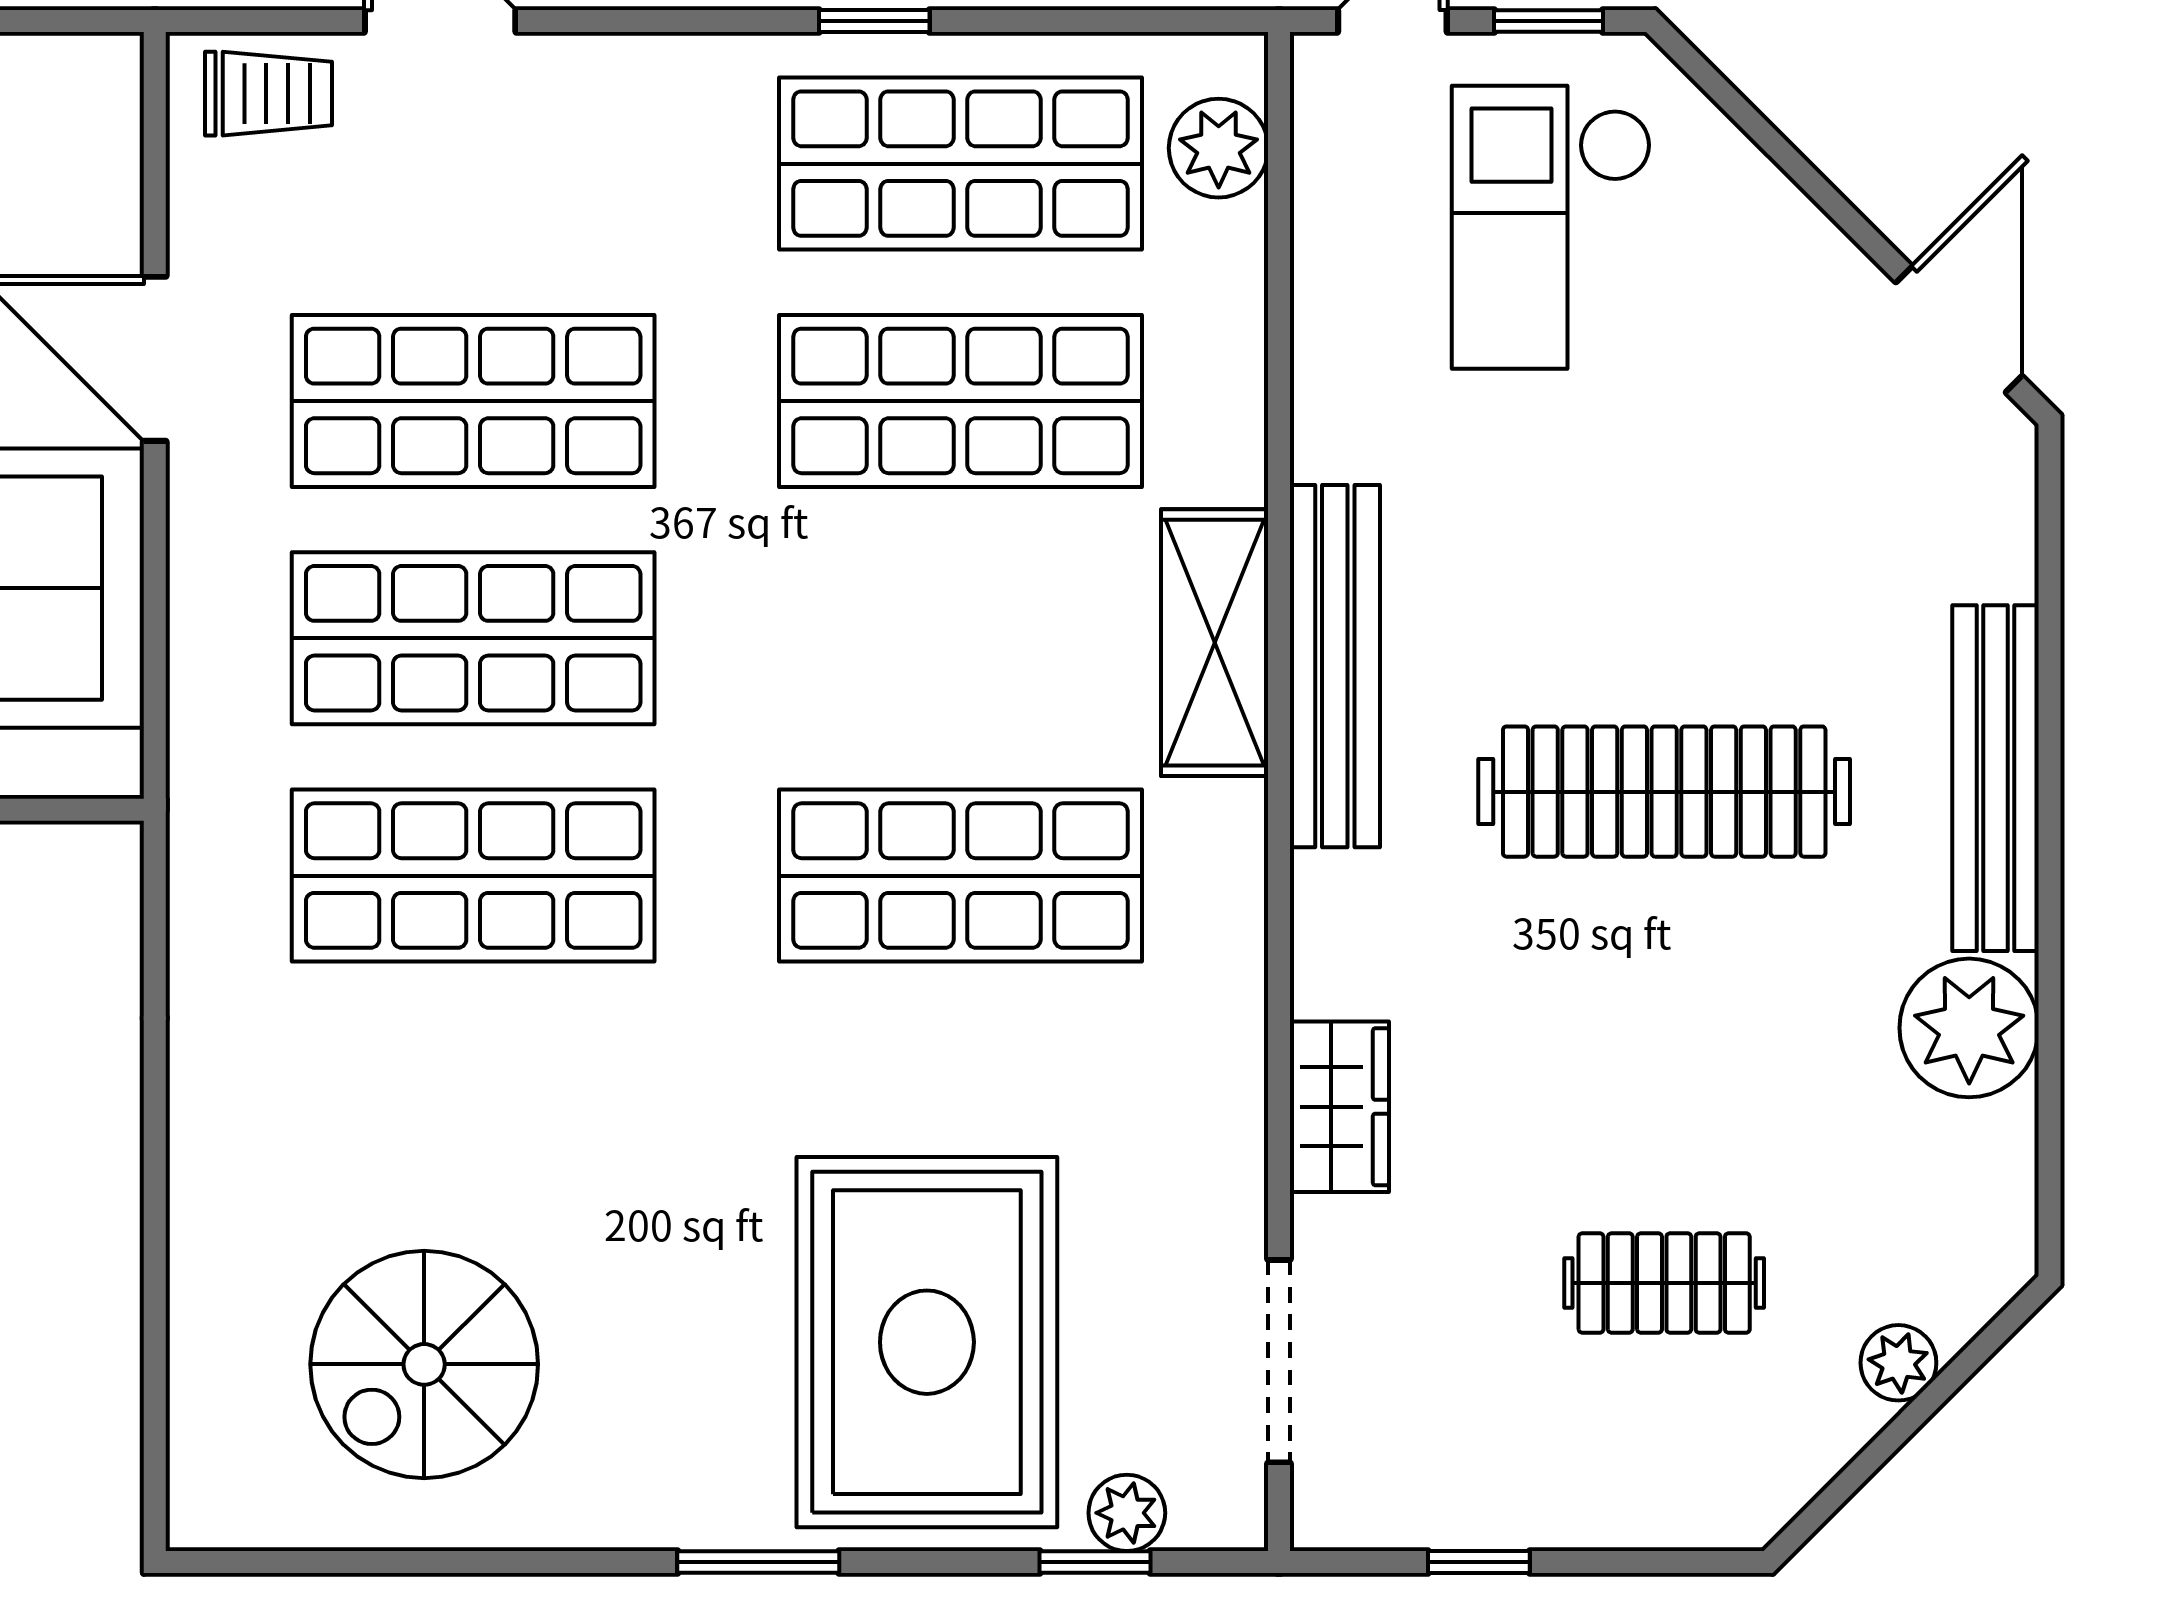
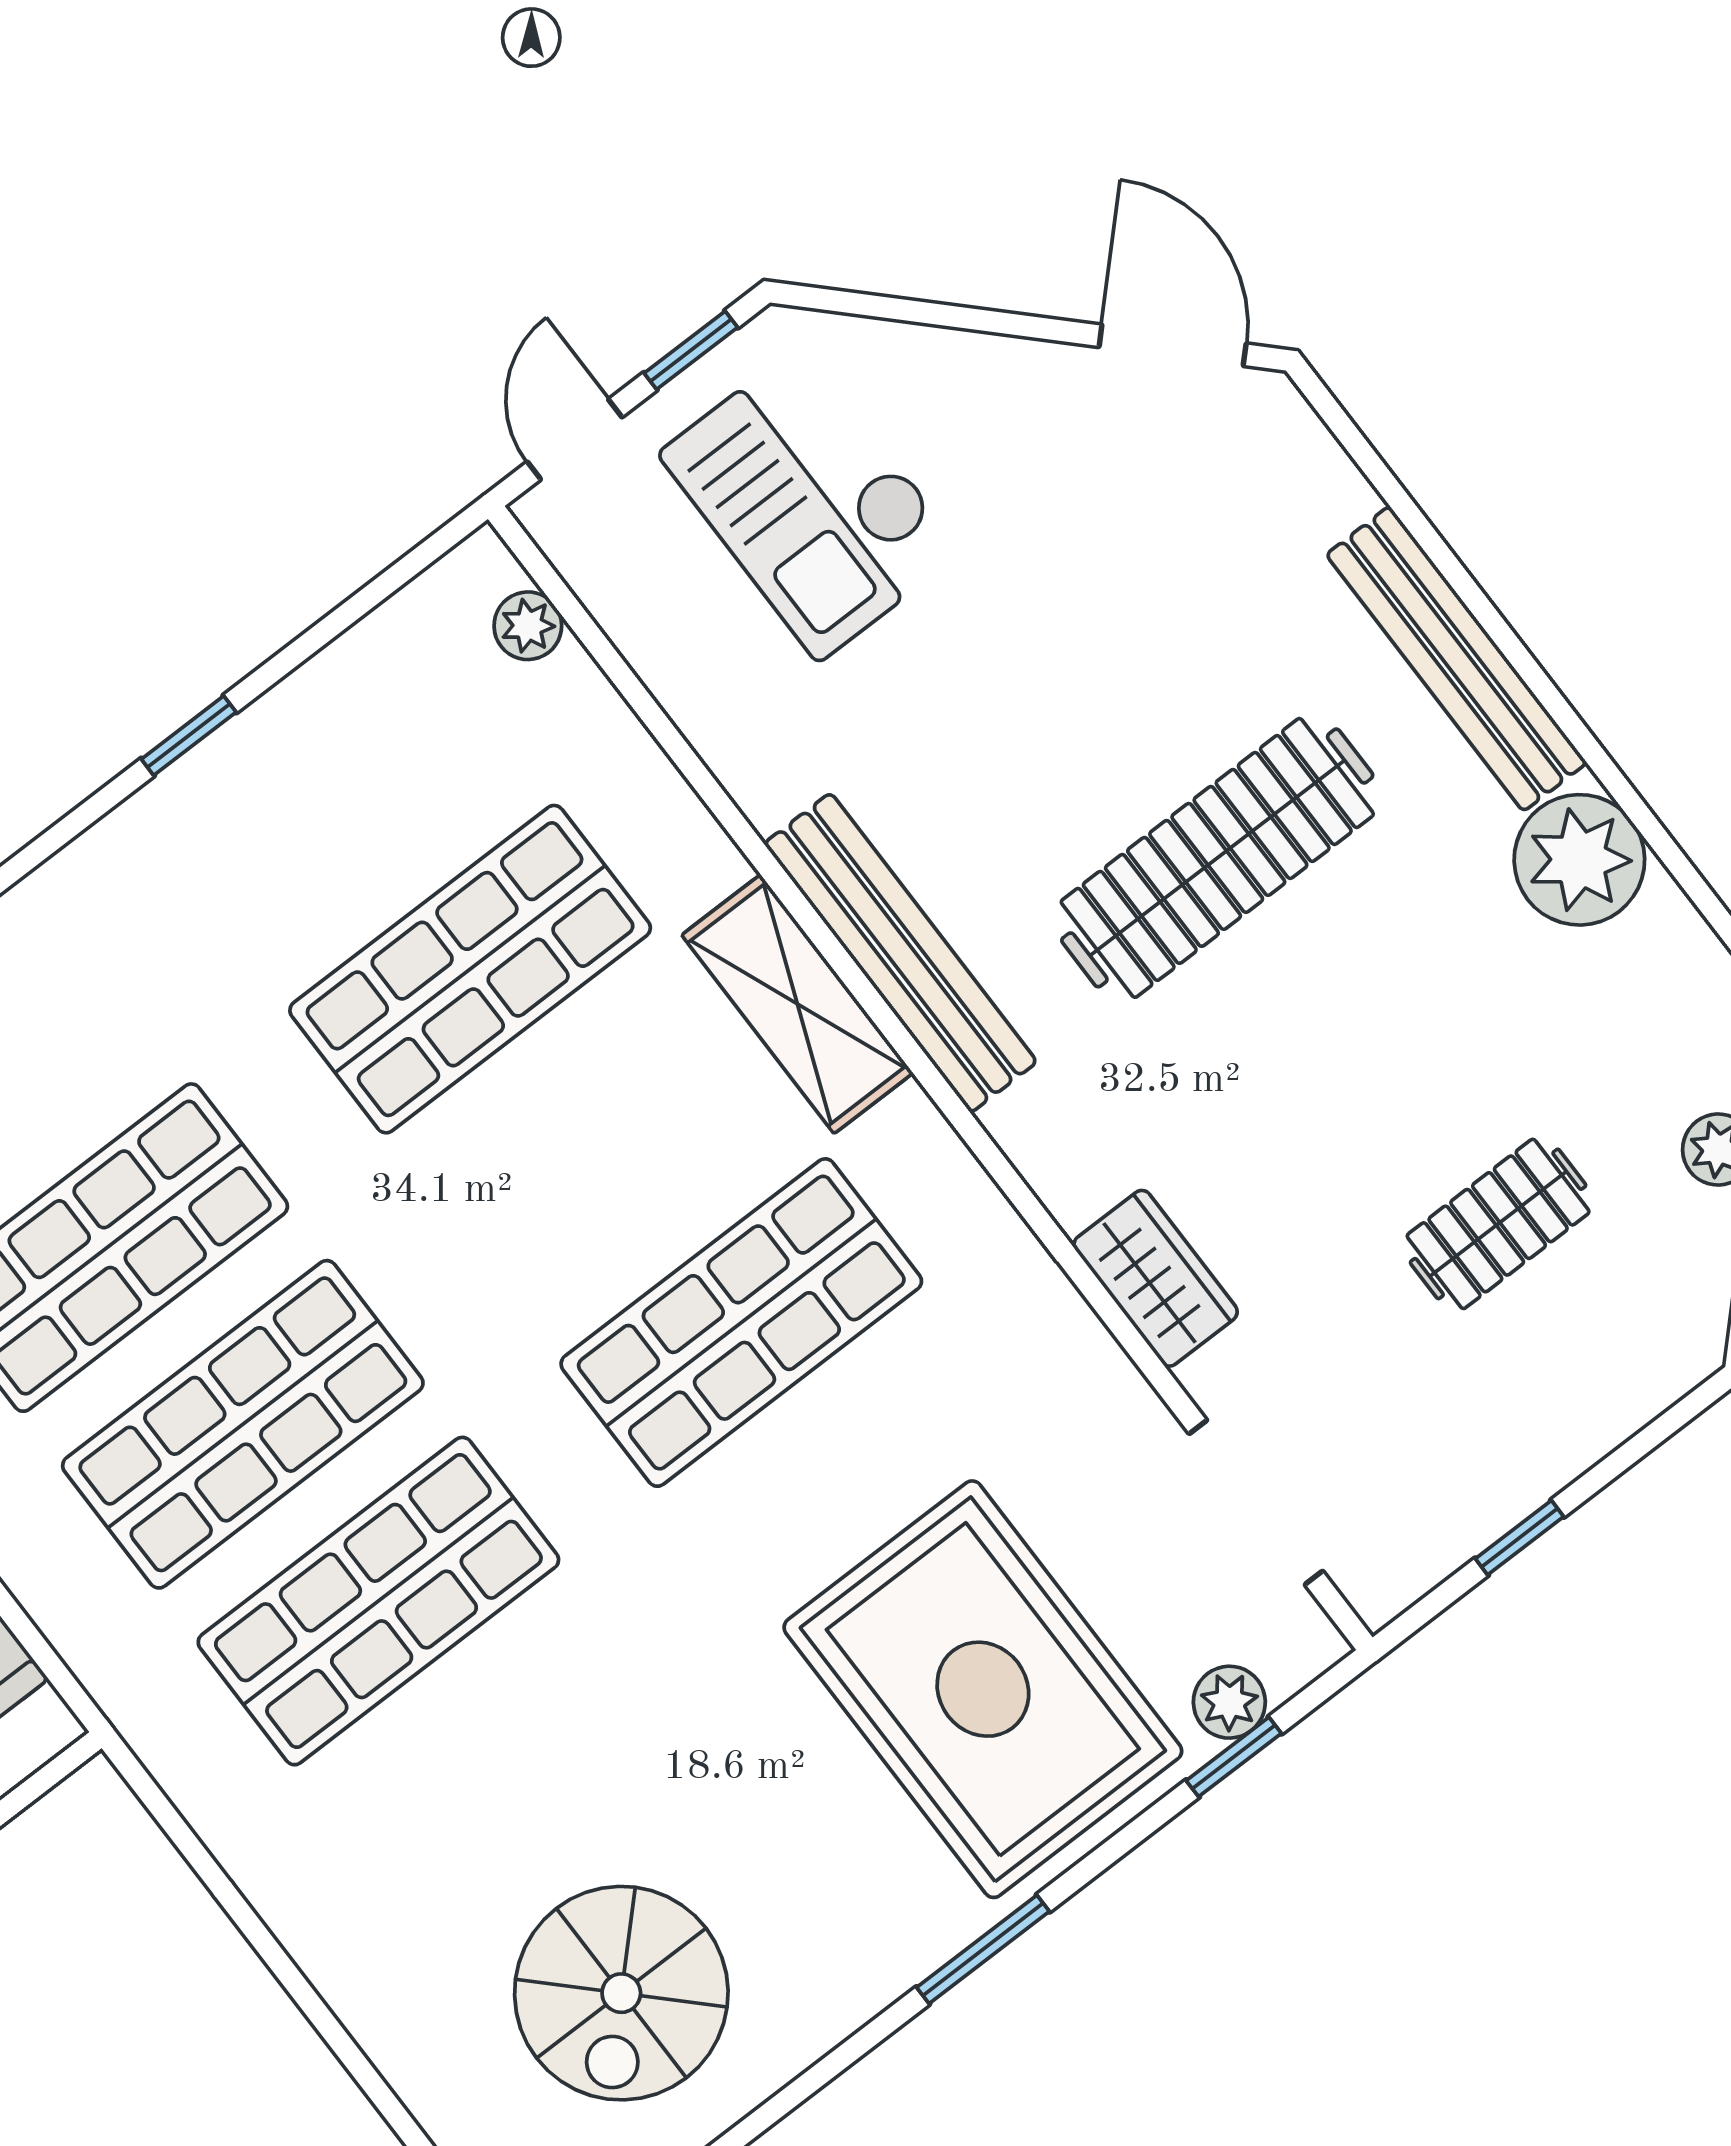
plant: (1219, 148) -> (528, 626), width x0.73, depth x0.73
shop shelf: (961, 164) -> (335, 792), removed

